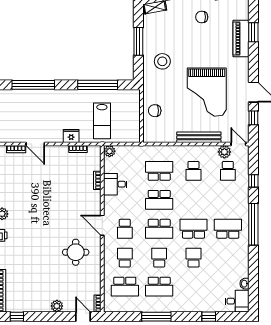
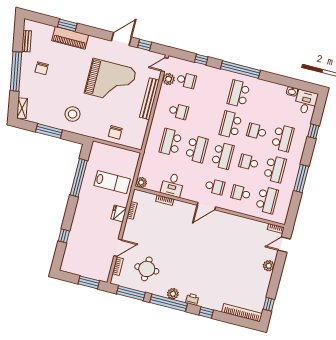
window: (33, 85) -> (64, 236), width x0.32
round table: (76, 252) -> (147, 269), moved
school desk: (193, 287) -> (283, 138), added

